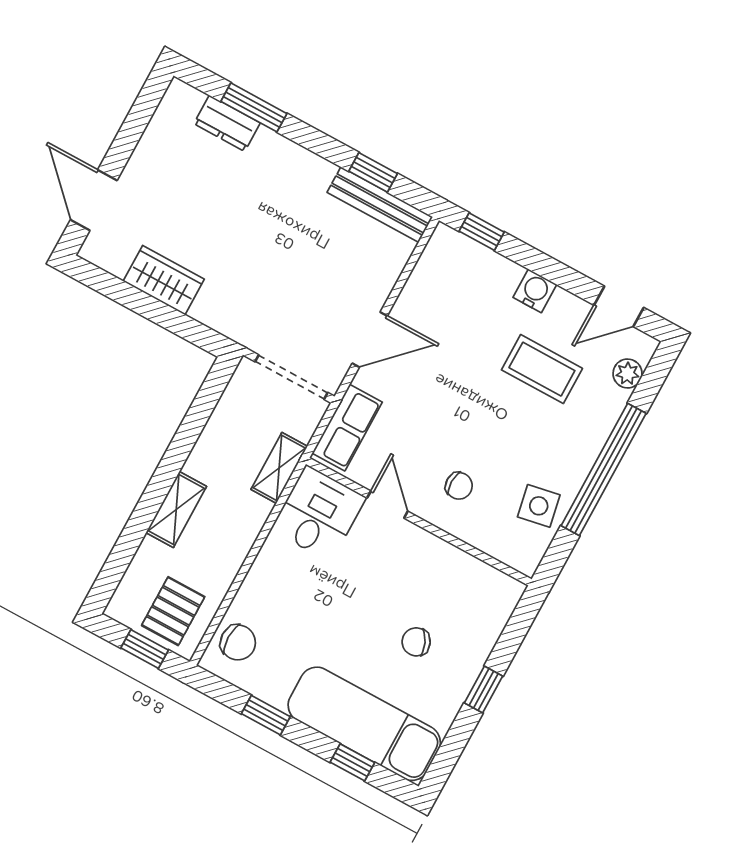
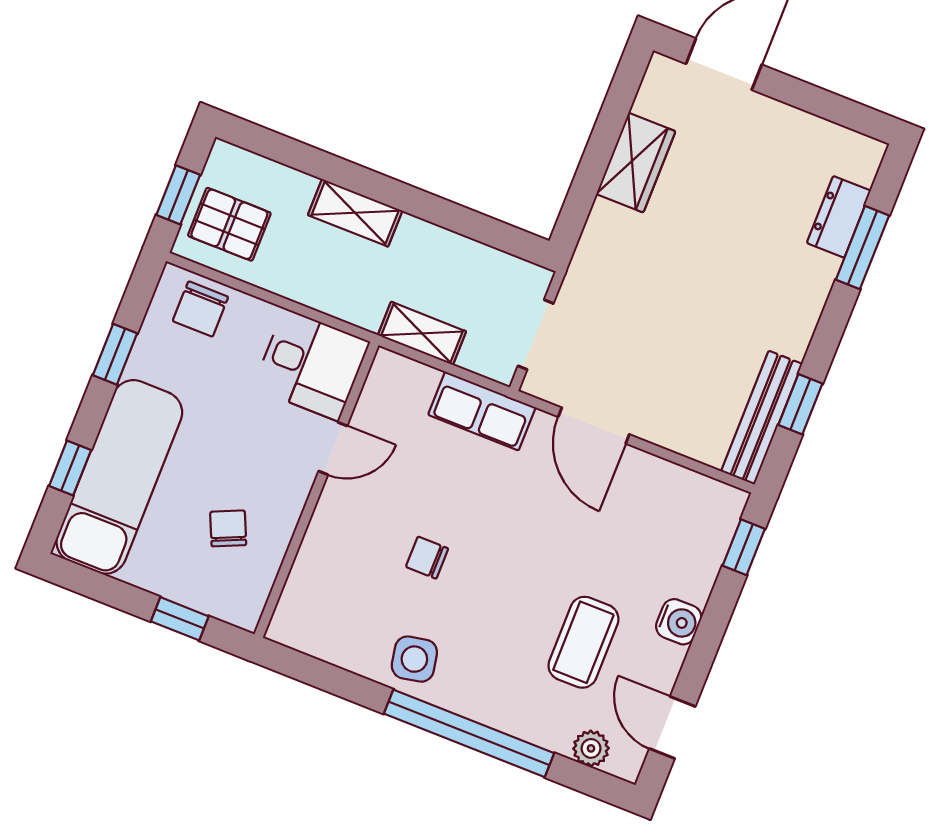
doorway: (291, 377) -> (536, 335), width x0.73
chair: (459, 486) -> (427, 558), turned 90
door: (387, 505) -> (333, 449), moved
desk: (318, 514) -> (311, 365), moved
wall: (419, 522) -> (317, 490), moved

